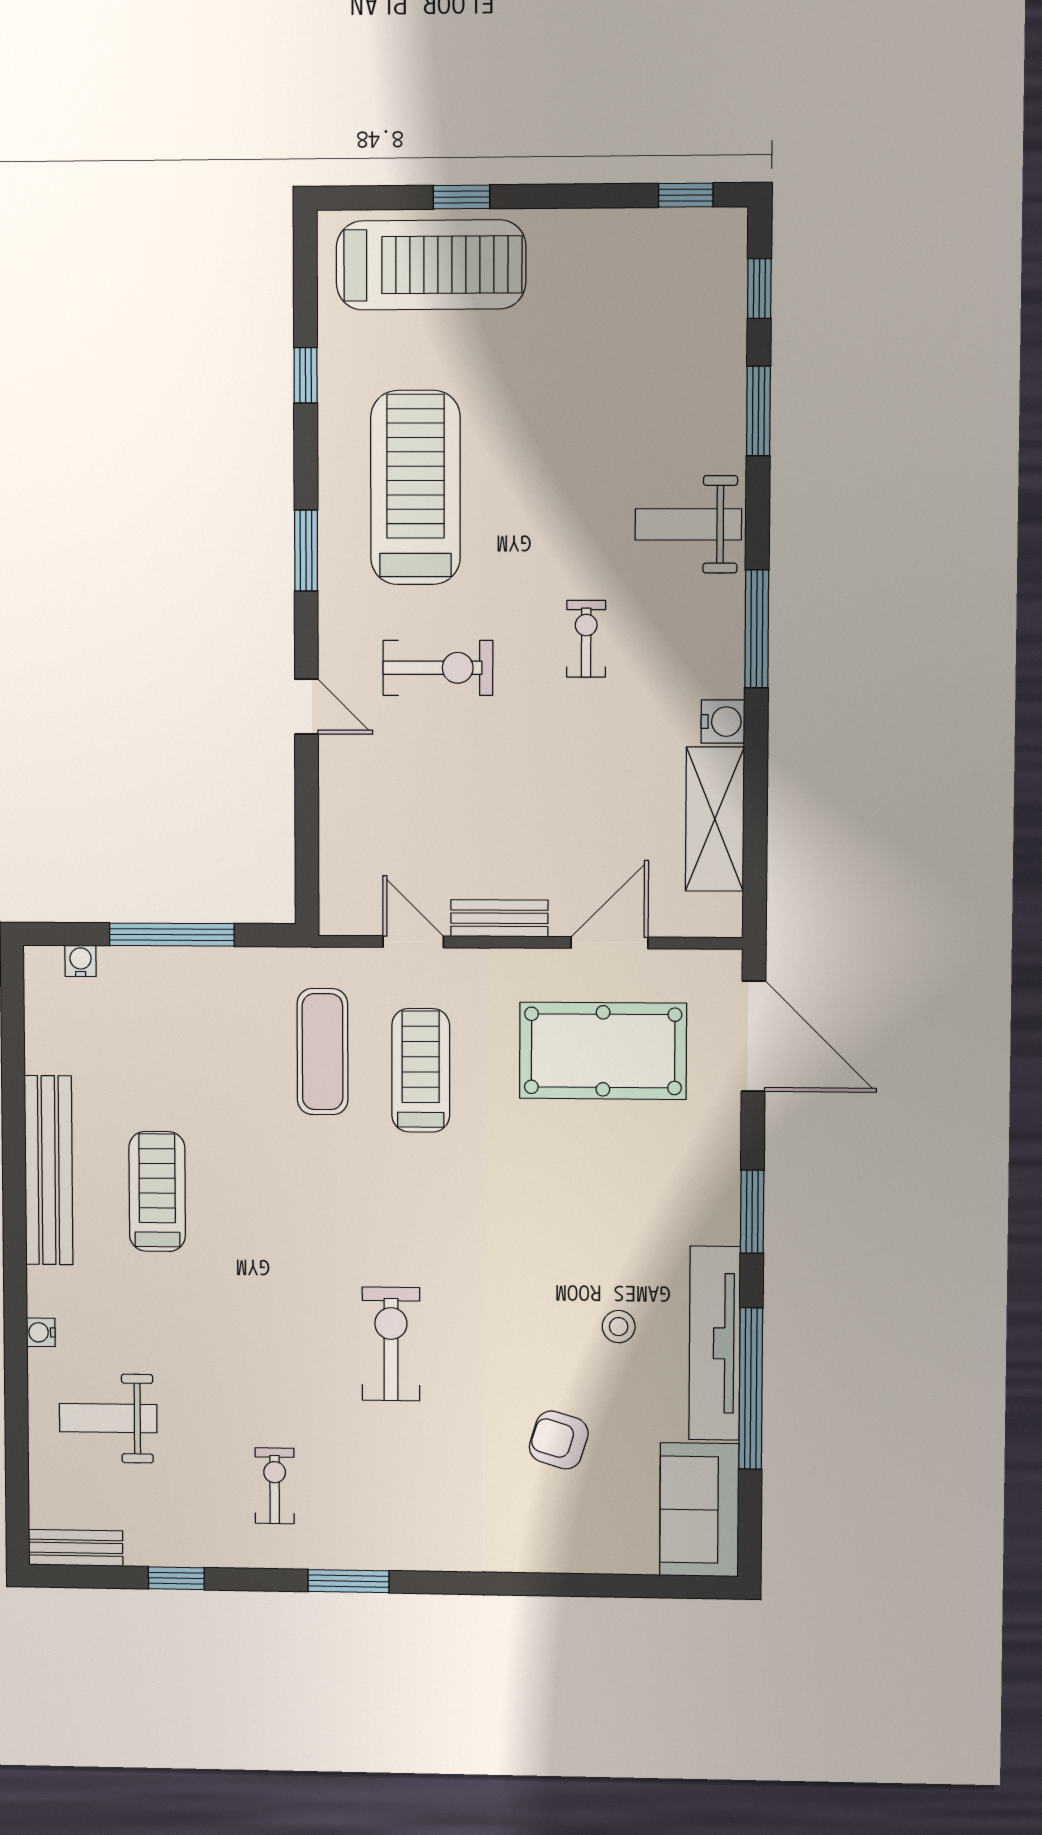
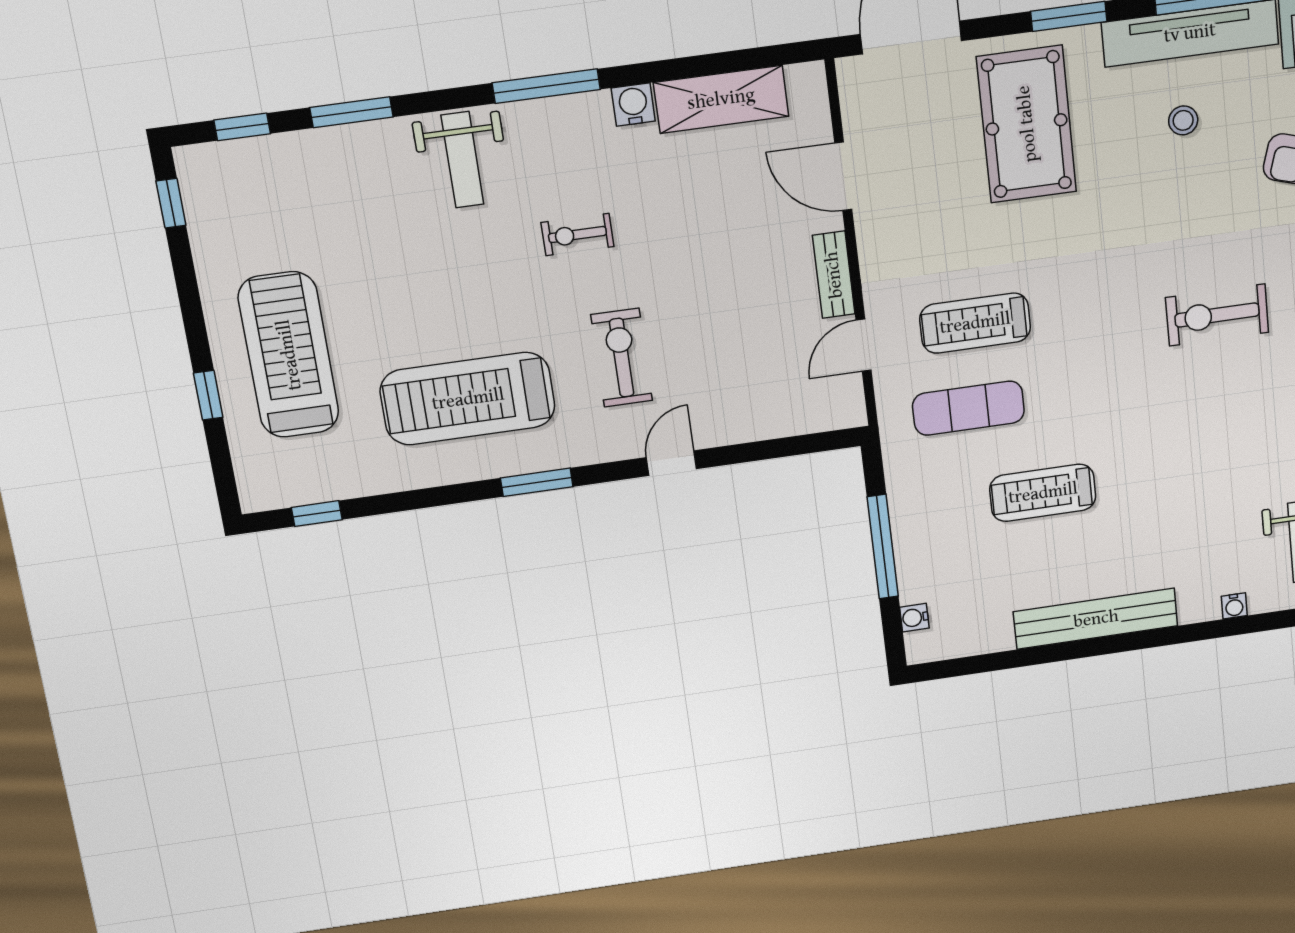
treadmill: (431, 265) -> (289, 355), moved
window: (306, 375) -> (317, 514), moved
pool table: (603, 1051) -> (1027, 124), moved
treadmill: (157, 1191) -> (1043, 493), moved

